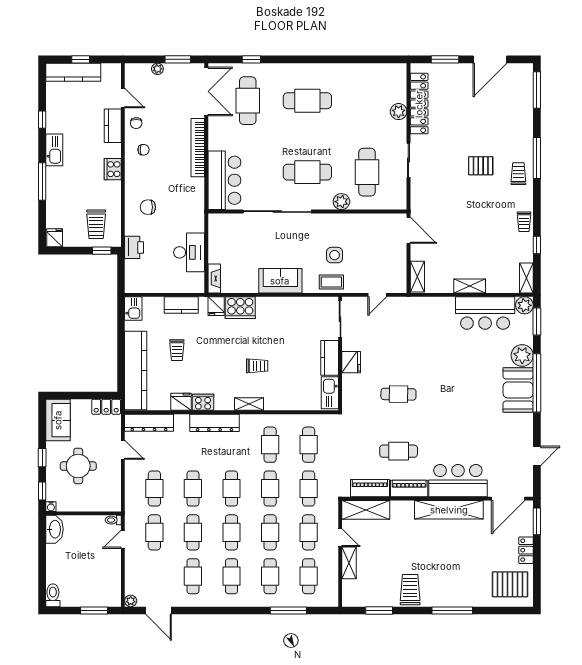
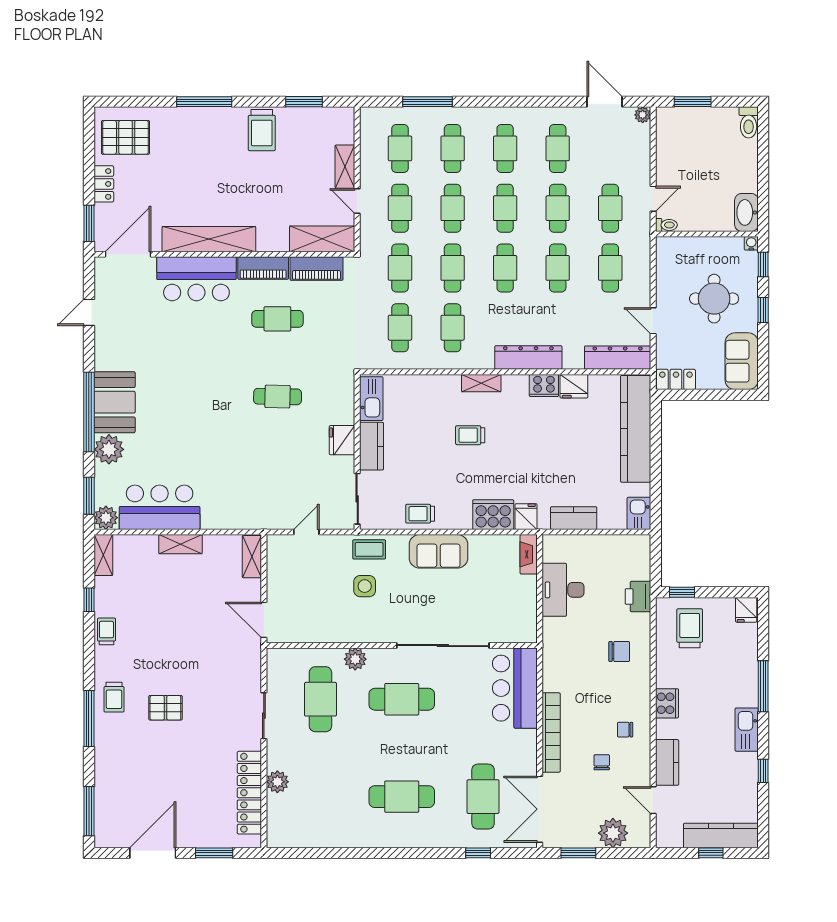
plant: (157, 69) -> (613, 833), width x1.88, depth x1.88
chair: (136, 123) -> (602, 762), moved
trolley: (177, 350) -> (420, 514), moved, turned -90

